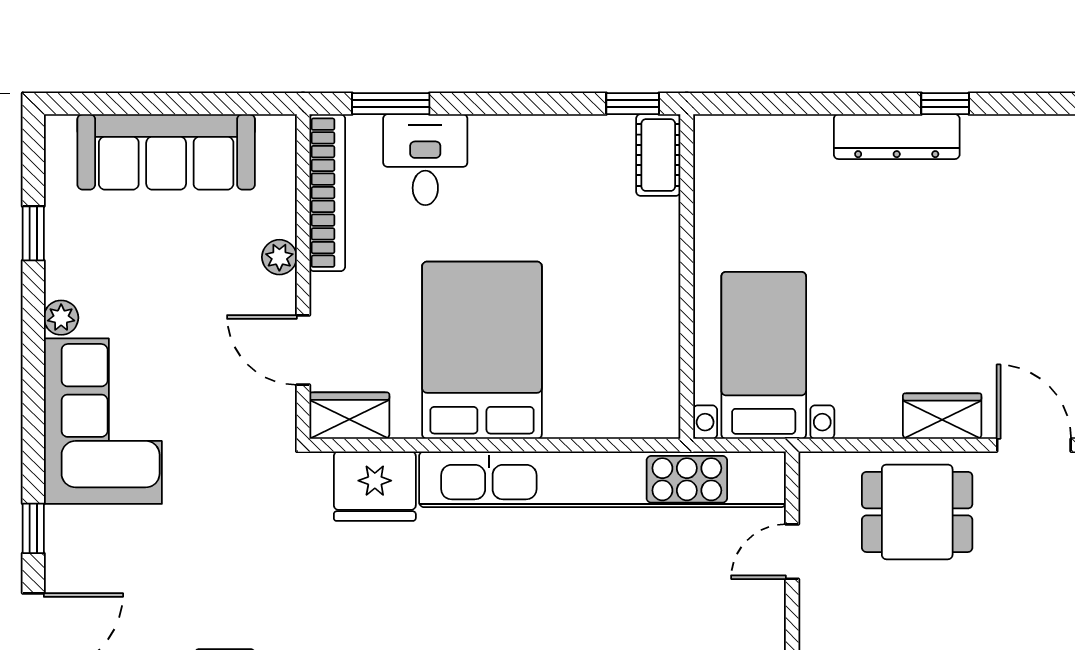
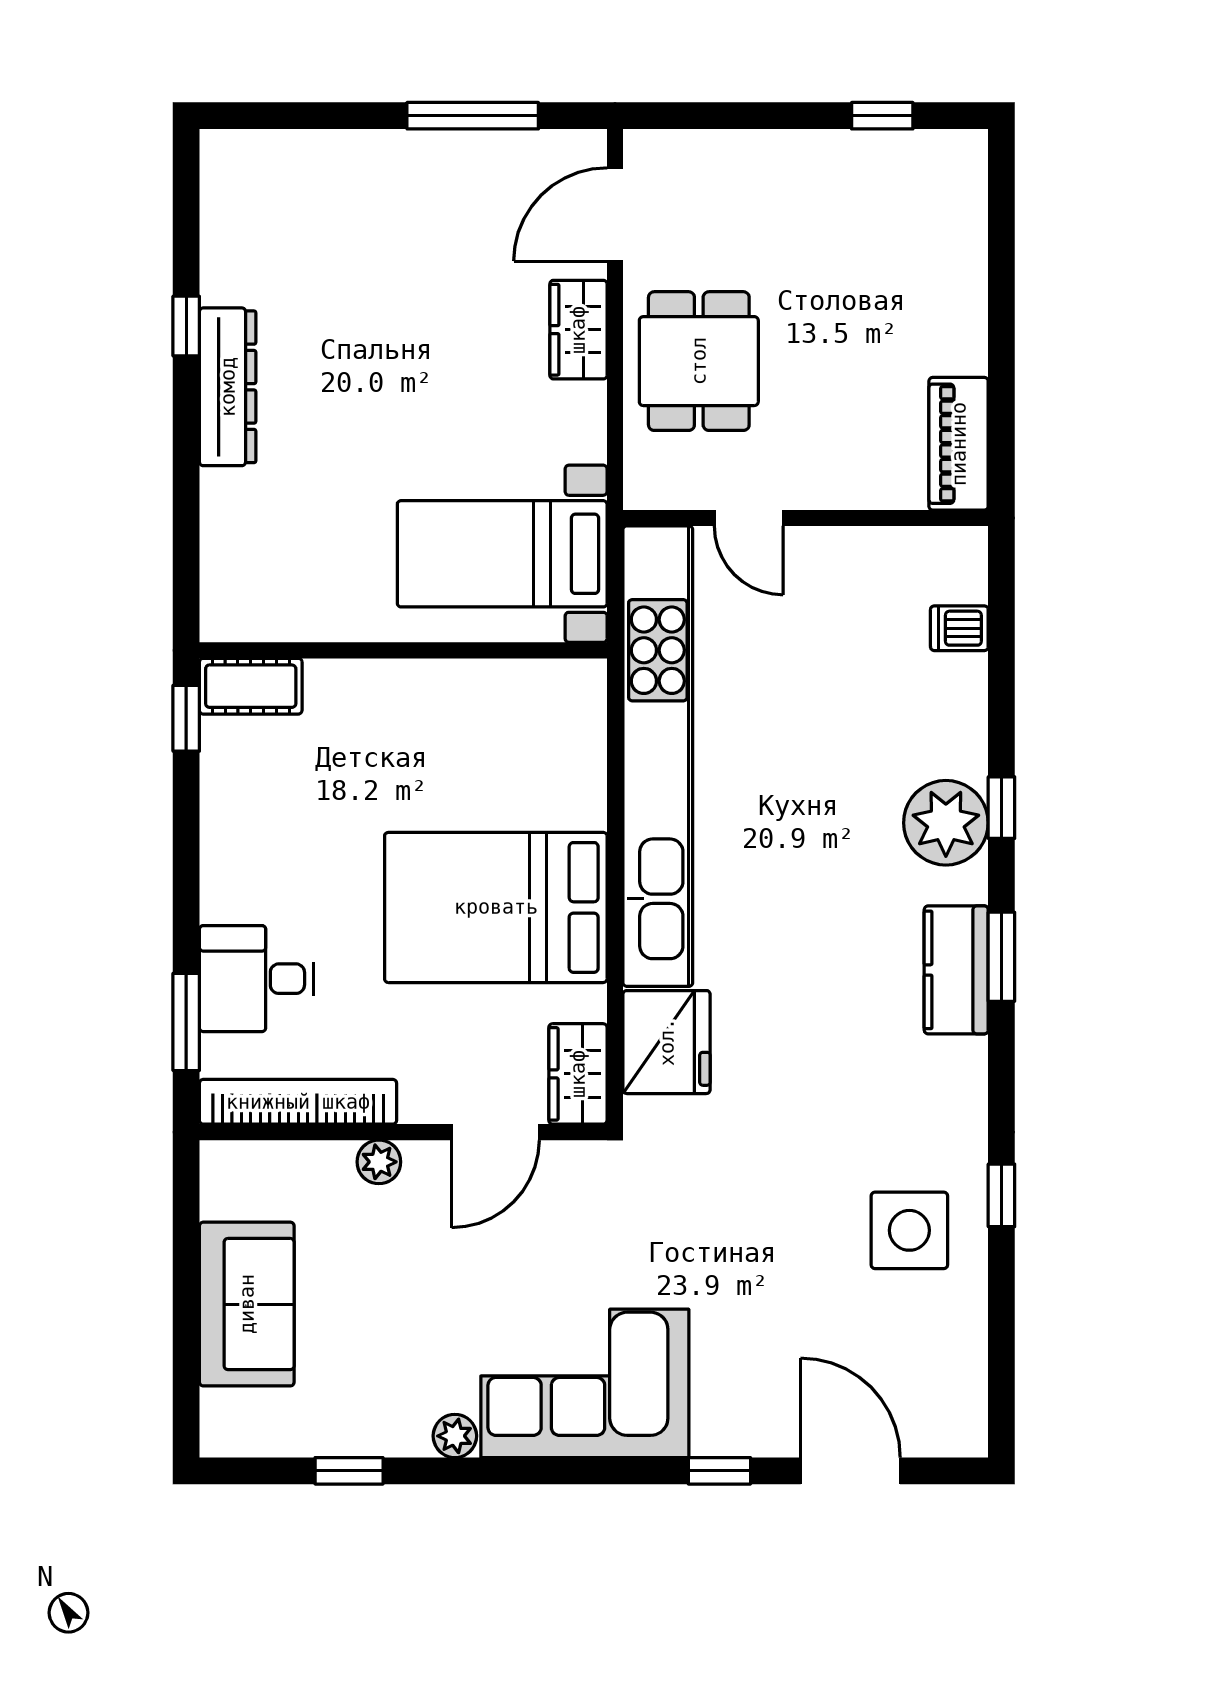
sofa: (166, 152) -> (247, 1304), width x0.73

